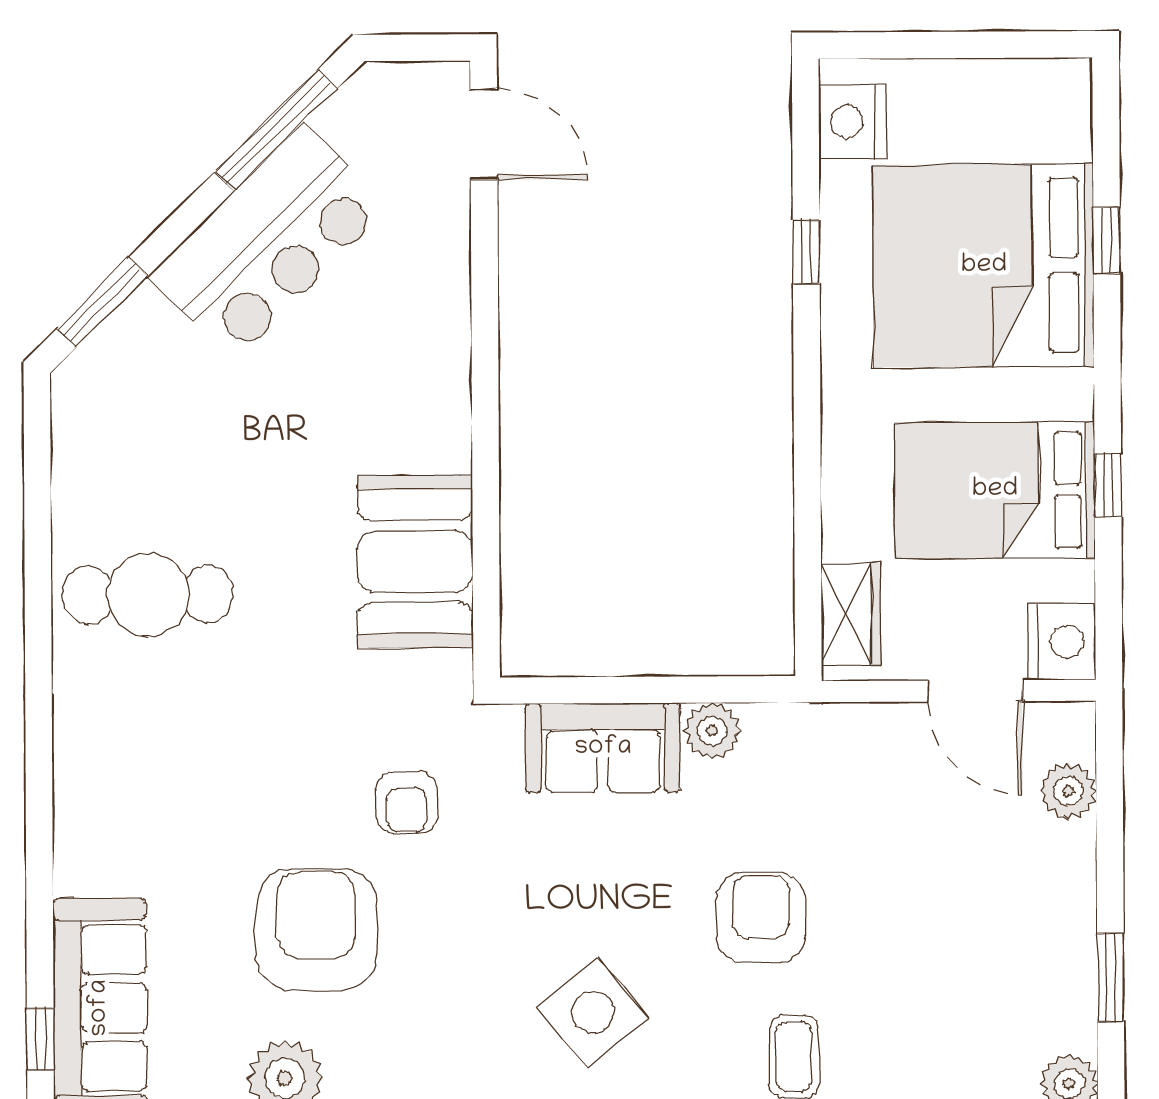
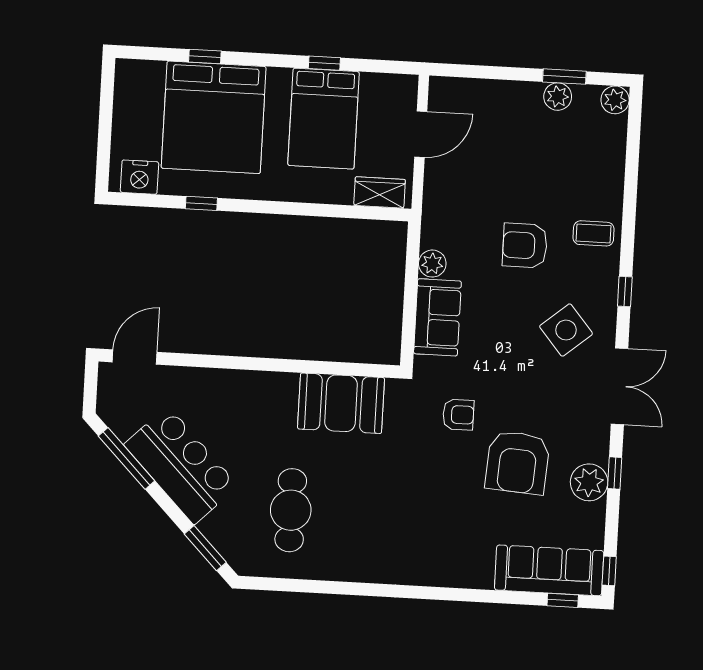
cafe table: (148, 595) -> (291, 510), moved
nightstand: (1062, 642) -> (399, 90), removed
plant: (1068, 791) -> (558, 97), moved
armchair: (316, 930) -> (518, 462), turned -86

